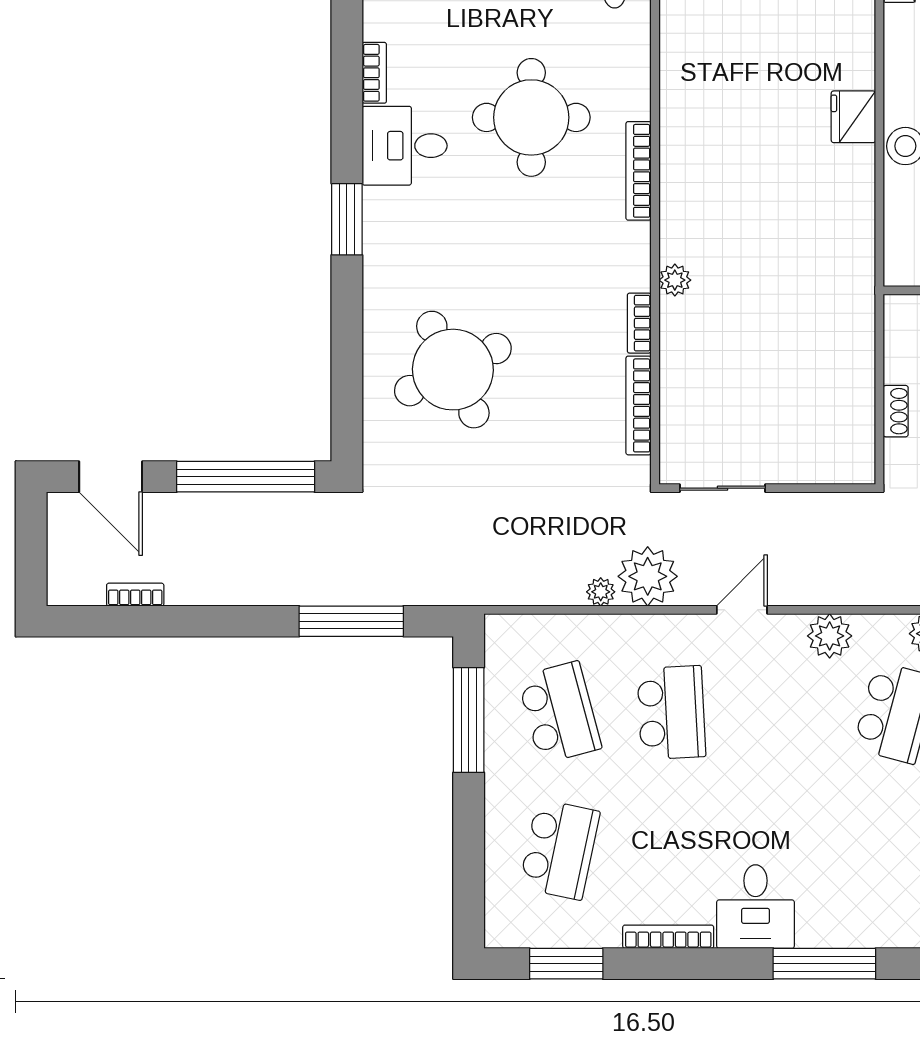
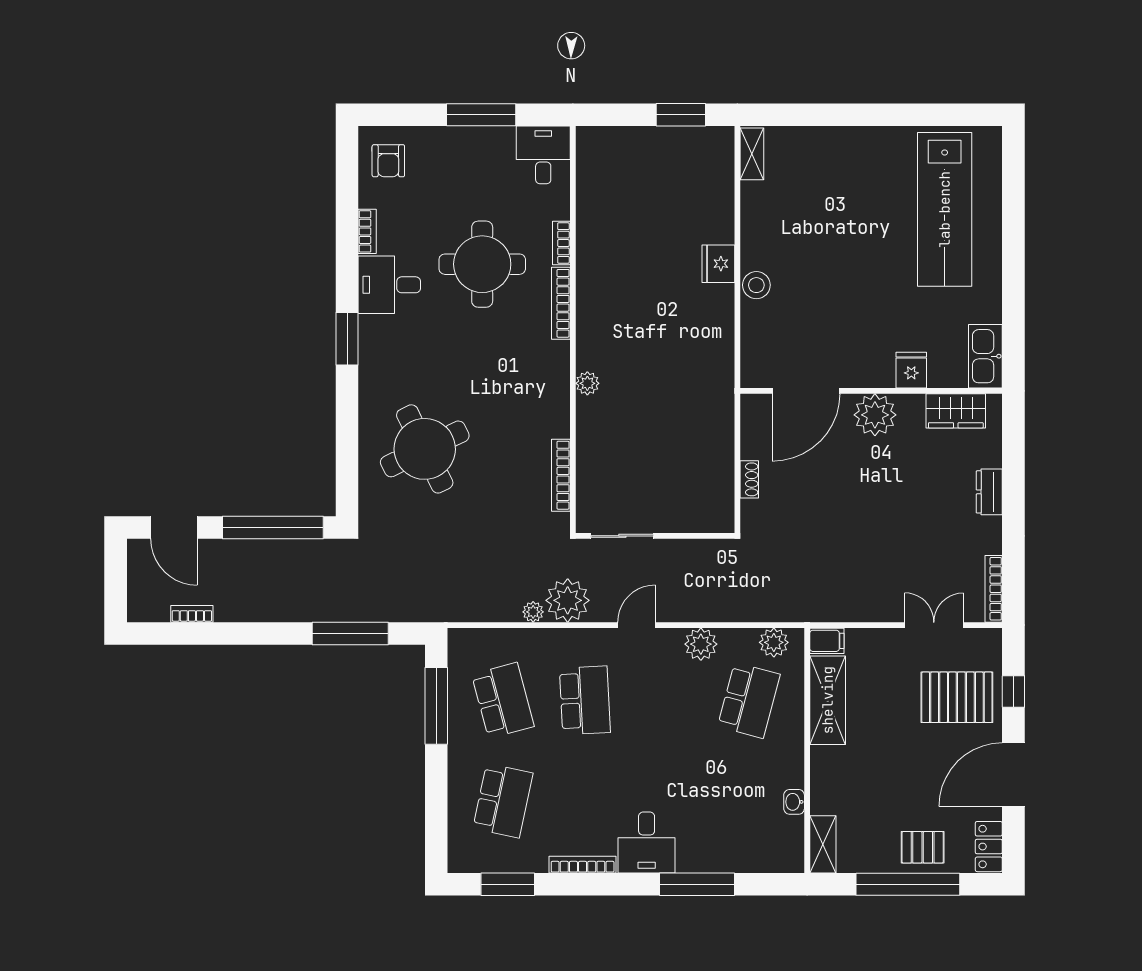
bookcase: (639, 323) -> (561, 243), moved

